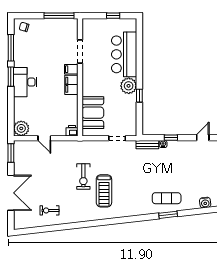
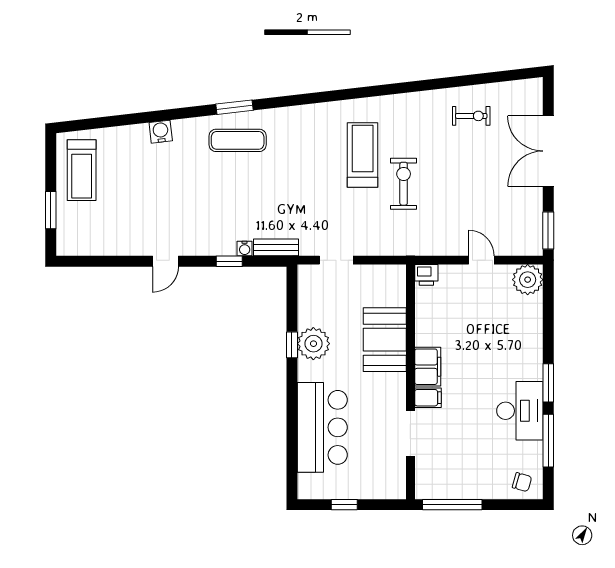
desk: (25, 82) -> (520, 411), moved
plant: (129, 86) -> (313, 344), moved
booth: (93, 113) -> (385, 340), moved

